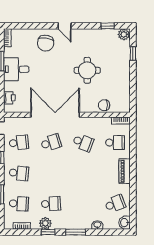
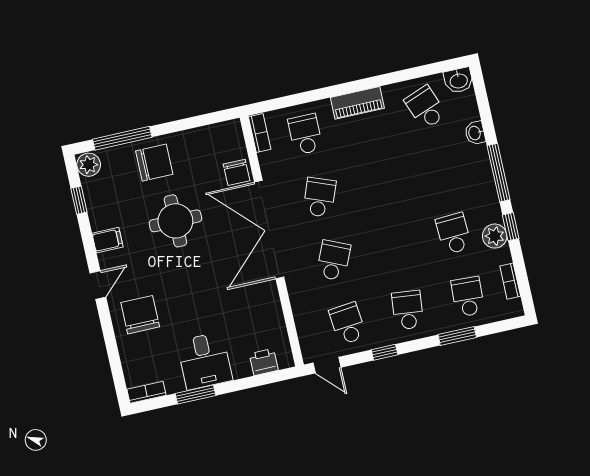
filing cabinet: (85, 35) -> (108, 240), added
chair: (46, 43) -> (140, 315), turned -98
window: (133, 54) -> (122, 138), width x2.17
chair: (118, 66) -> (154, 163), added
double door: (55, 115) -> (269, 230), moved
school desk: (51, 143) -> (333, 260), turned 42
window: (76, 232) -> (499, 173), width x1.44

